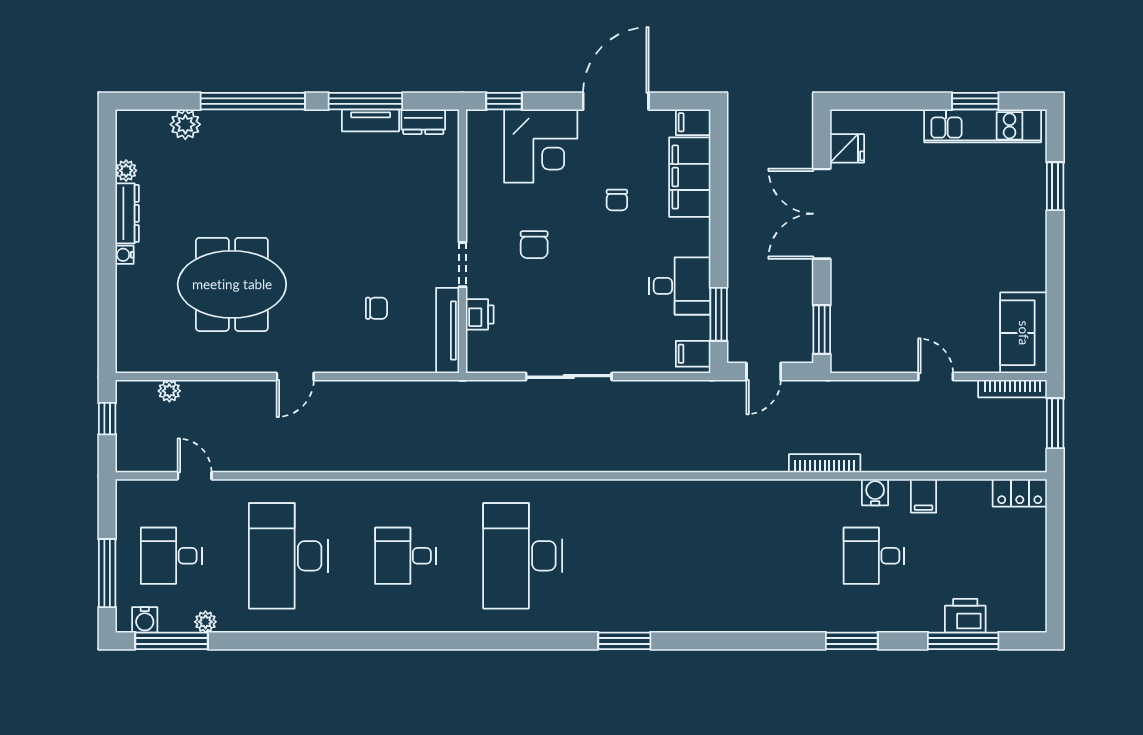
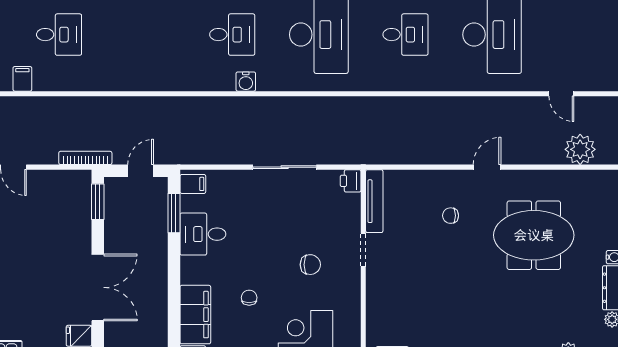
chair: (534, 245) -> (310, 265), turned 90
chair: (376, 308) -> (451, 216), moved
printer: (480, 314) -> (351, 181), moved
plant: (169, 391) -> (580, 149), width x1.88, depth x1.88
bookcase: (825, 463) -> (85, 158), moved, turned 180
water cooler: (875, 492) -> (246, 82), moved
desk: (171, 556) -> (232, 35), moved

